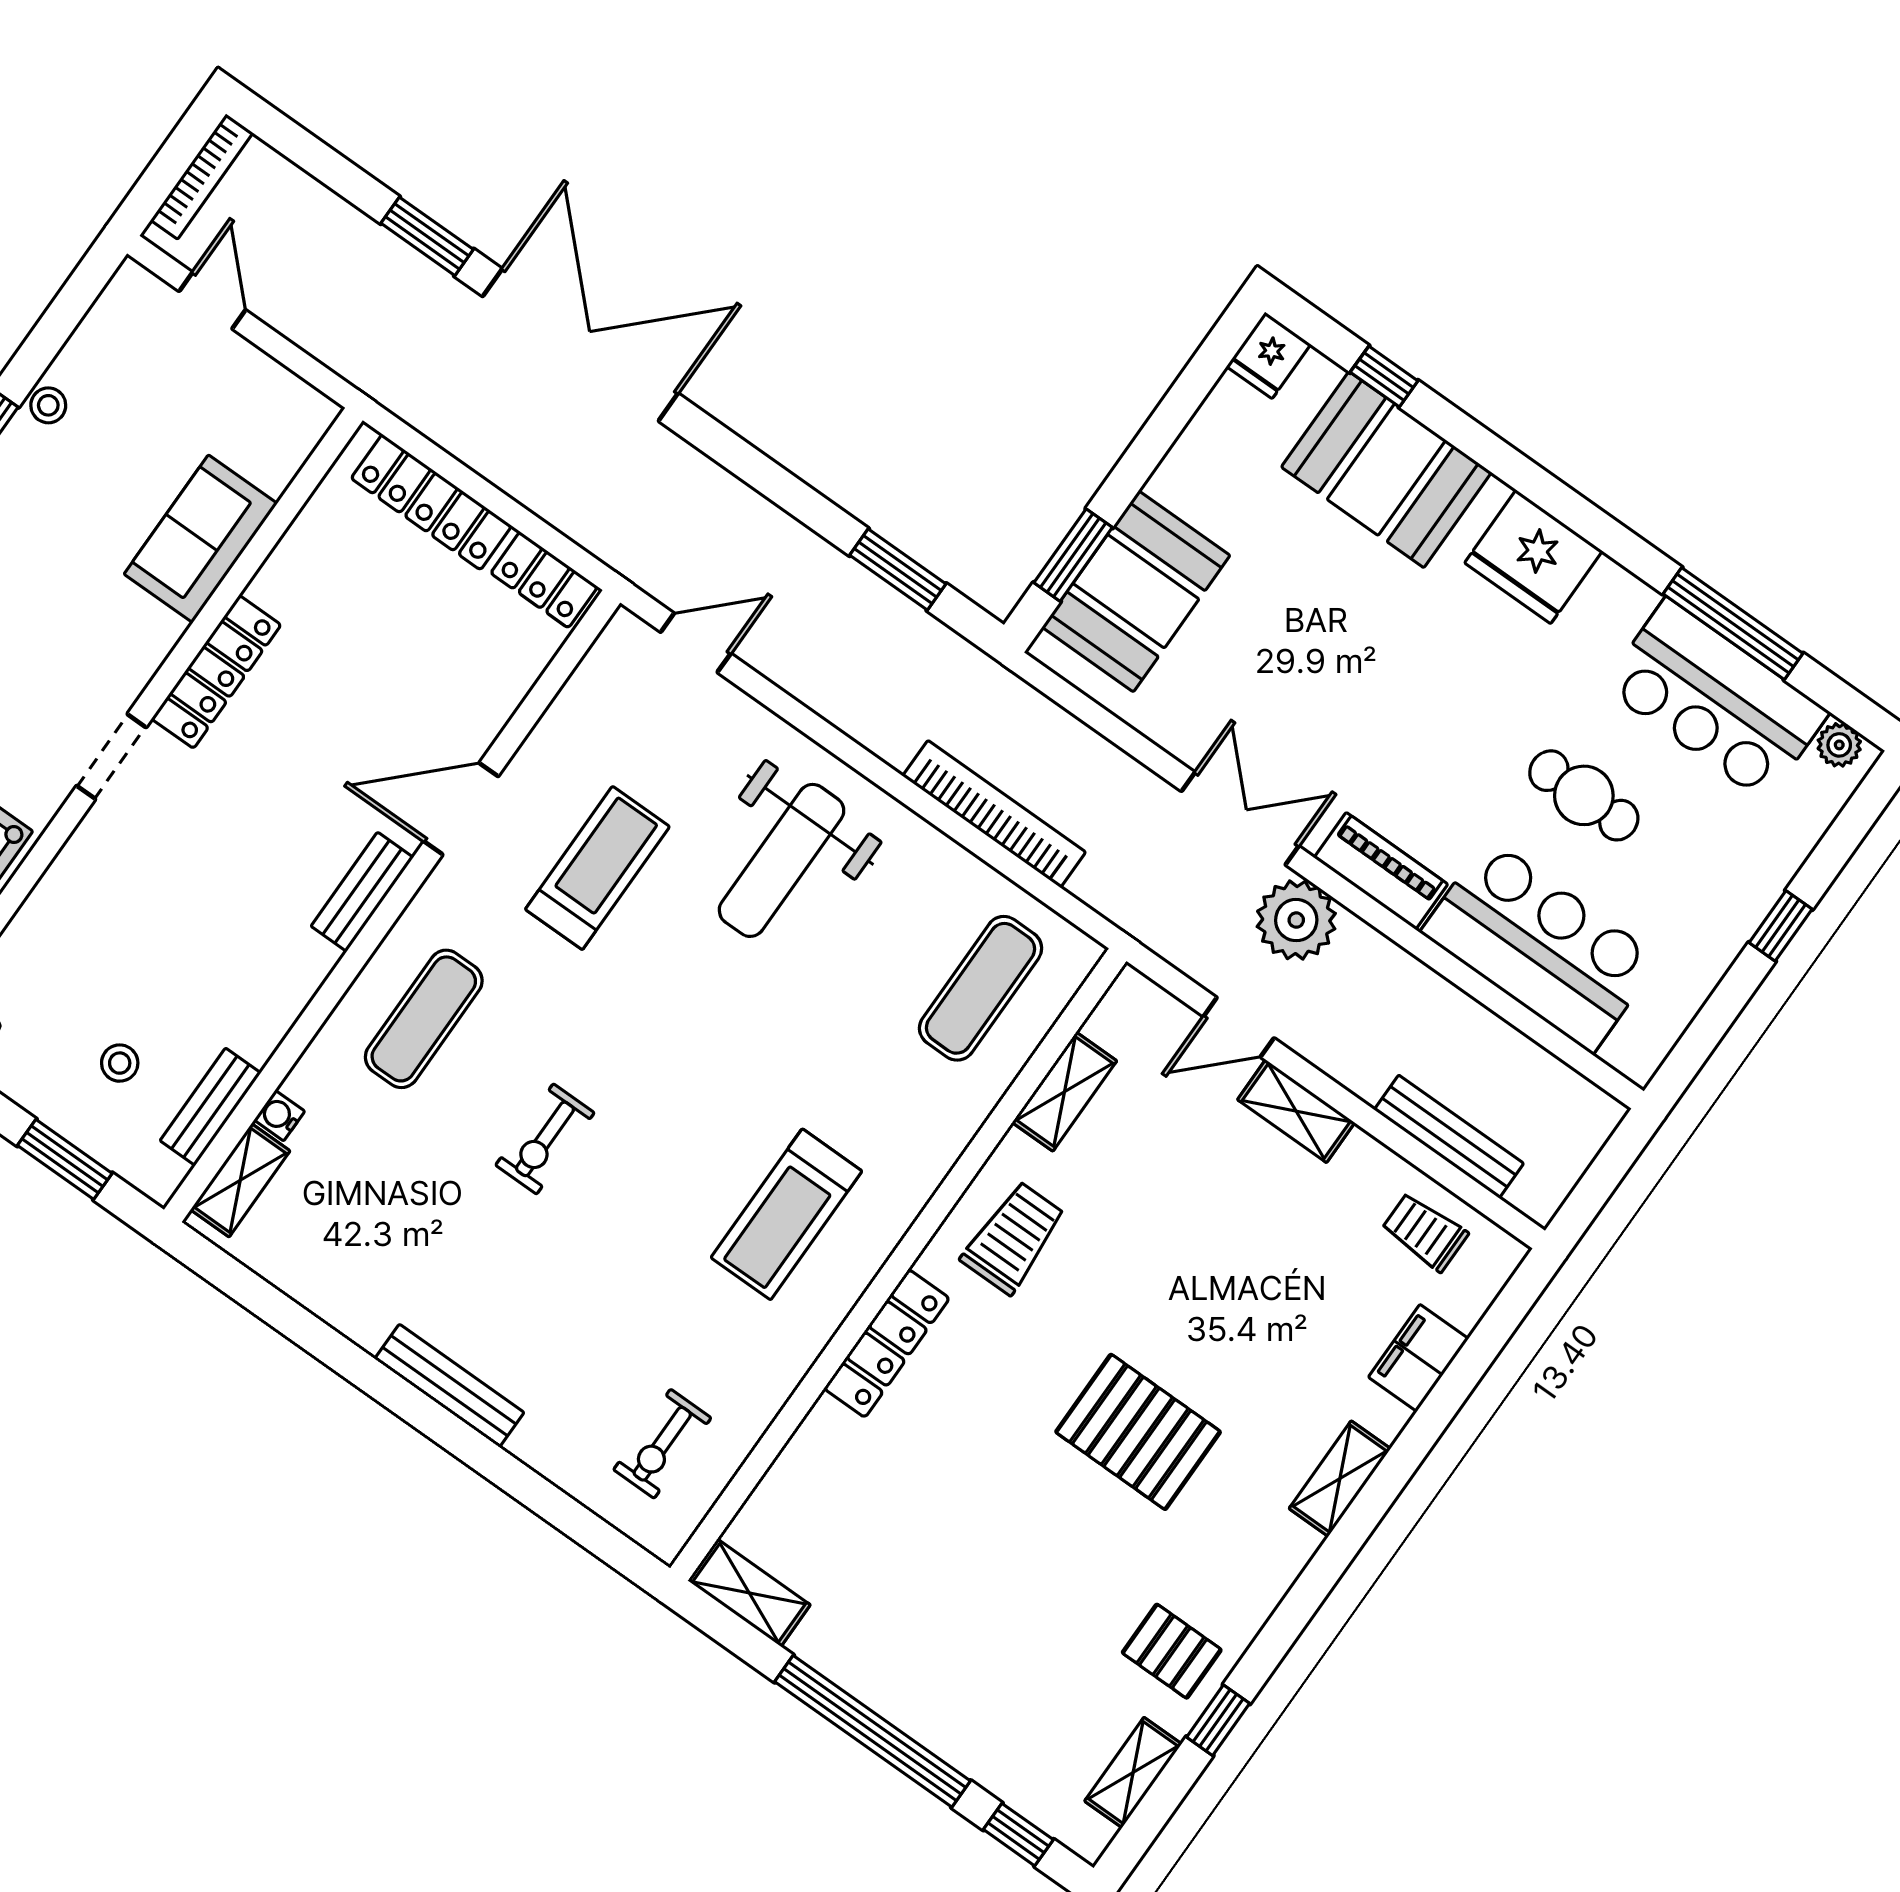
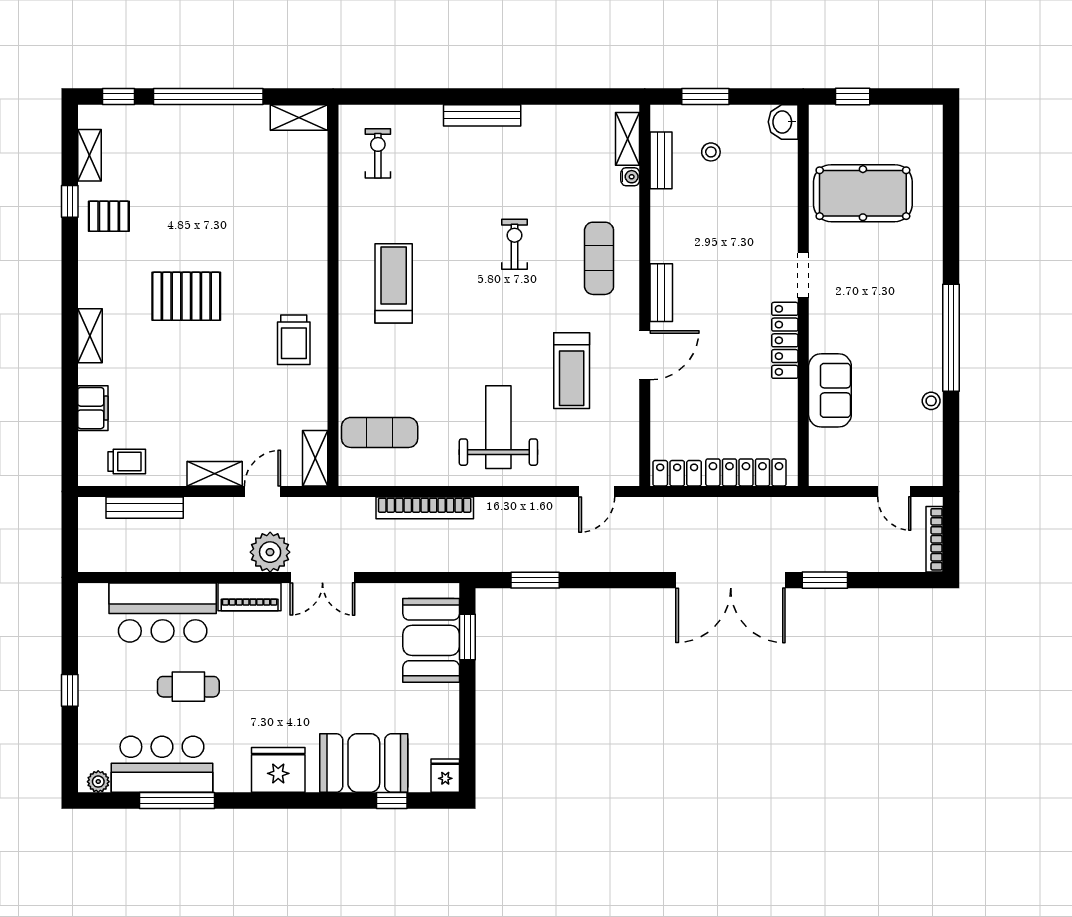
exercise mat: (981, 988) -> (380, 432), turned 90
shelving: (1065, 1092) -> (315, 458), moved
locker: (887, 1343) -> (315, 260), removed

